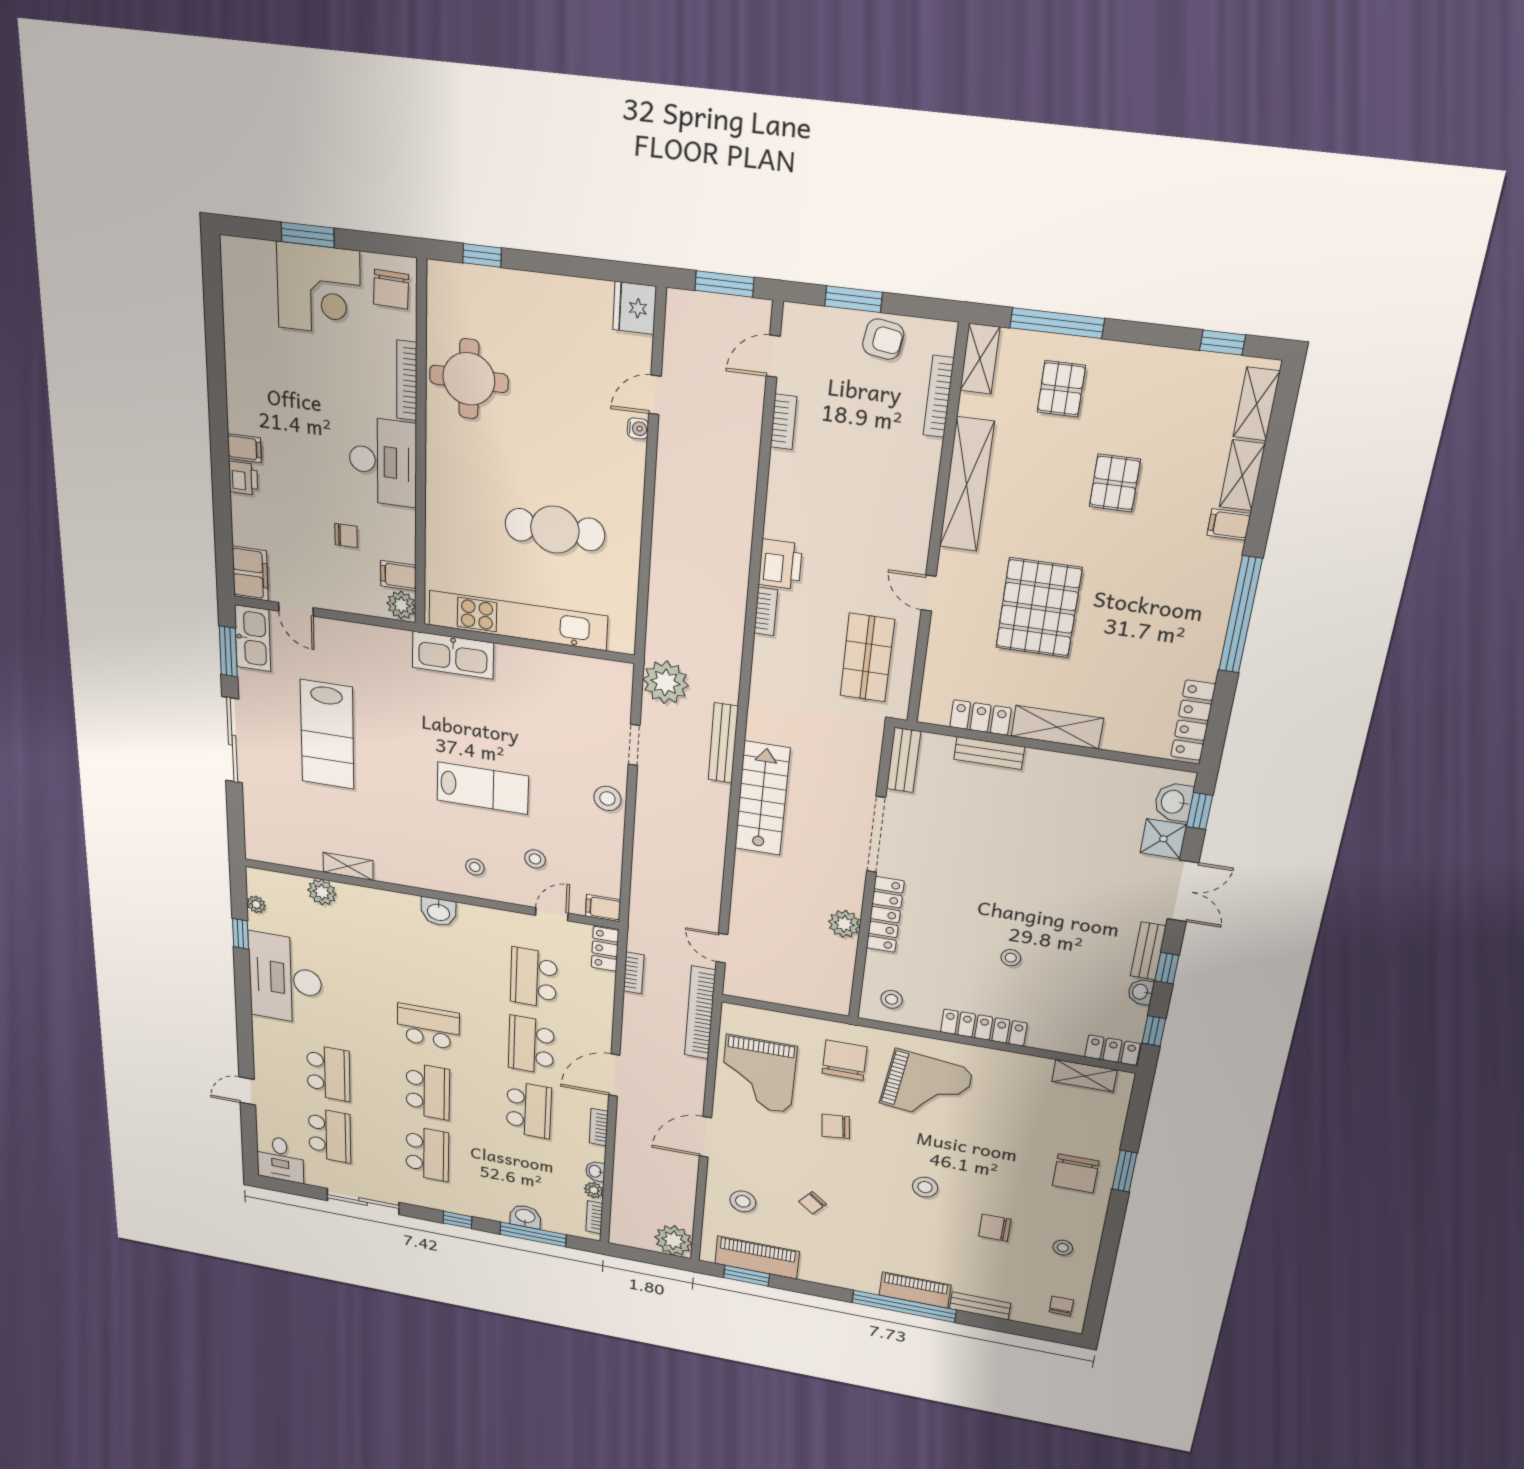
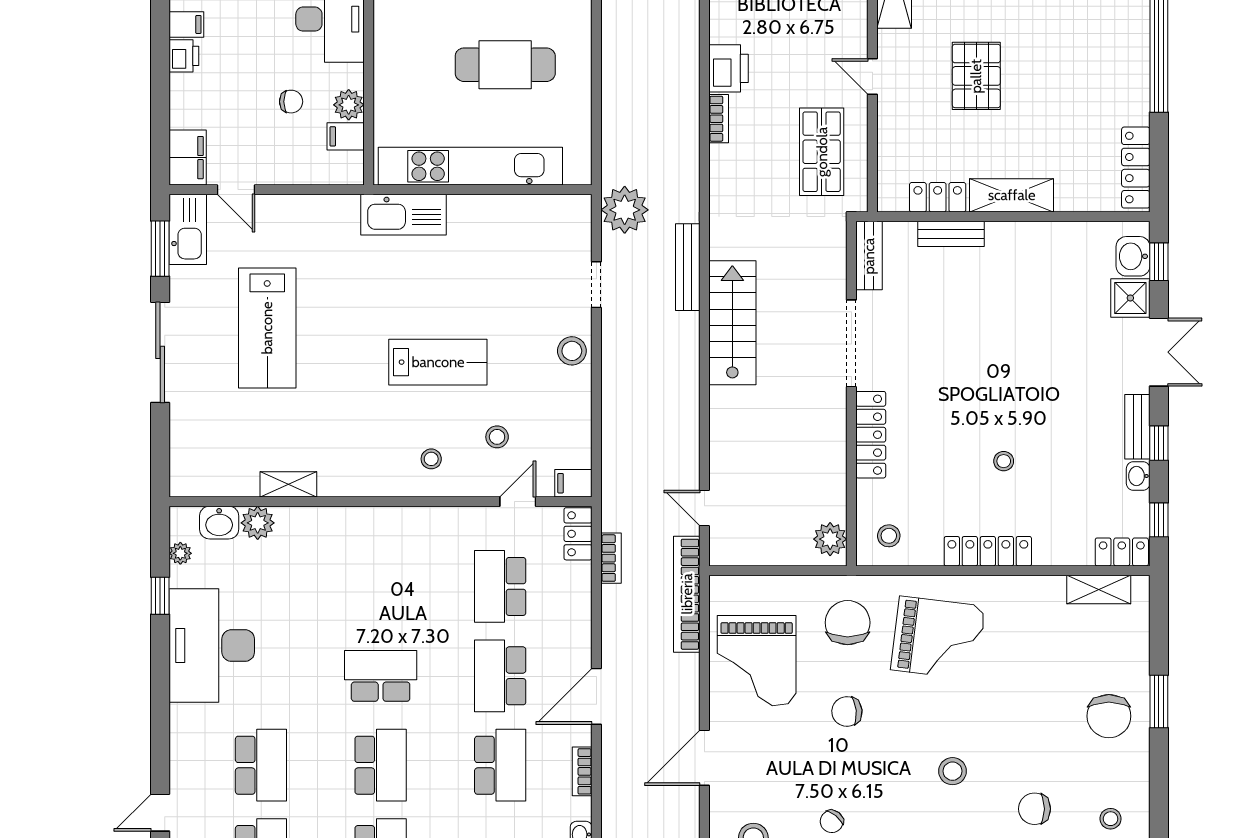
plant: (401, 605) -> (349, 105), moved
pallet: (1039, 608) -> (976, 76), width x0.73, depth x0.71
washbasin: (439, 912) -> (219, 523), moved
plant: (844, 924) -> (830, 539), moved

